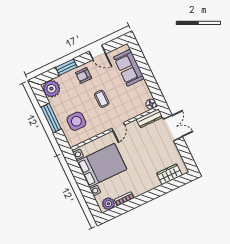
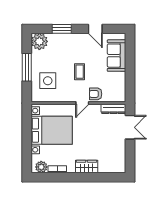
armchair: (84, 76) -> (96, 94), moved
floor lamp: (151, 104) -> (121, 97), removed
wardrobe: (169, 174) -> (87, 167), moved

